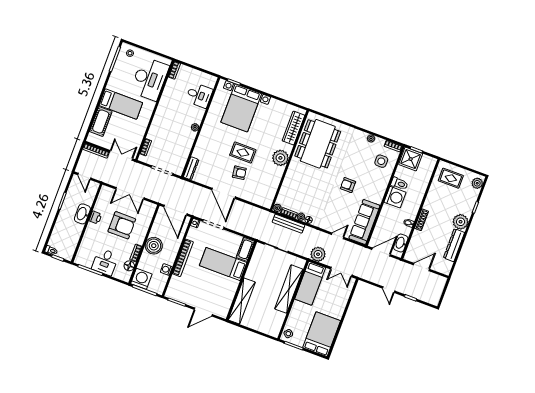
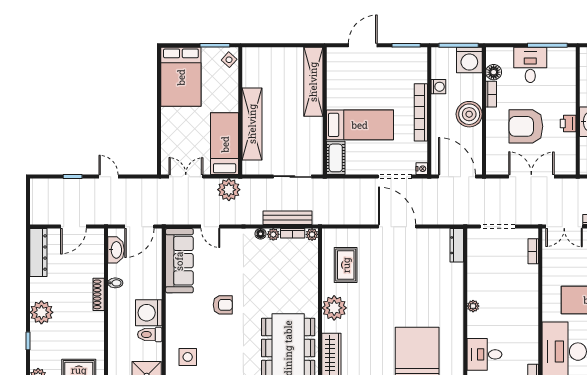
rug: (243, 153) -> (346, 265), moved, turned 90
armchair: (239, 173) -> (385, 265), removed
door: (338, 236) -> (210, 227), hinge flipped
dresser: (454, 245) -> (38, 253), moved

